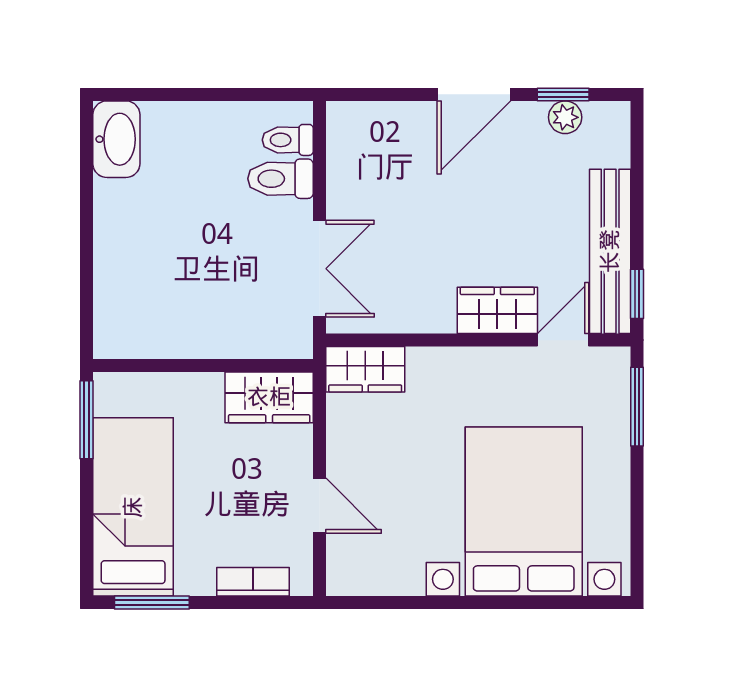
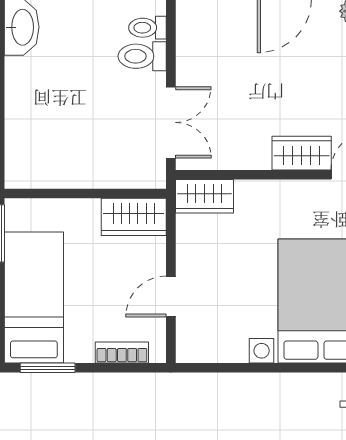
door: (319, 506) -> (171, 297), swing flipped

